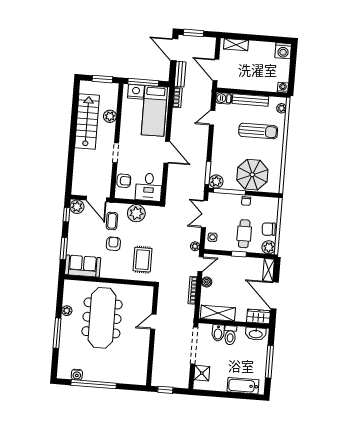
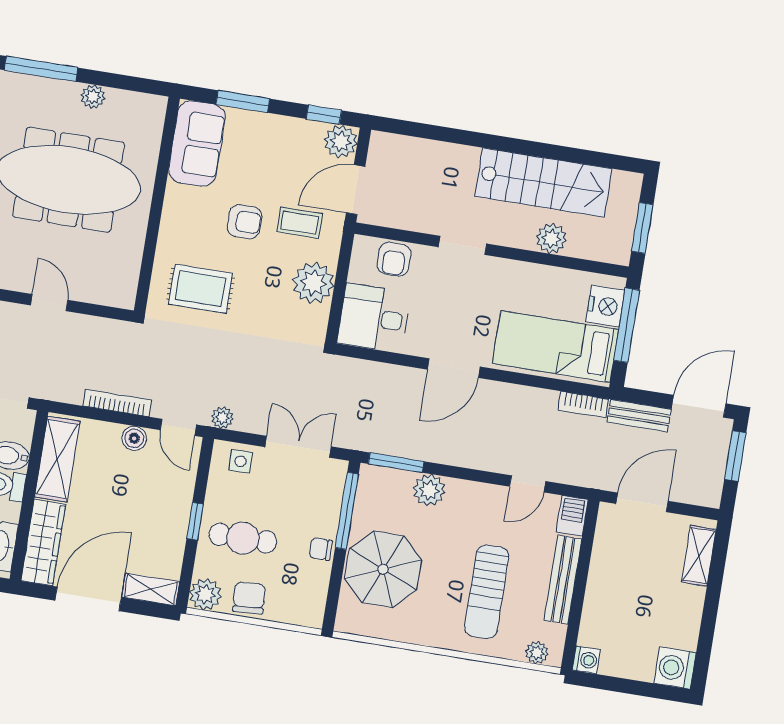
door: (212, 118) -> (528, 484), swing flipped
plant: (216, 181) -> (429, 490), moved
wardrobe: (258, 316) -> (43, 543), width x1.50

